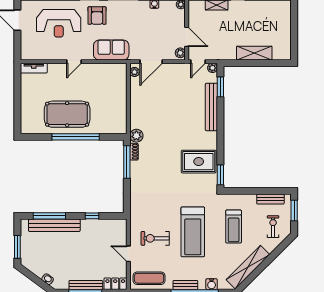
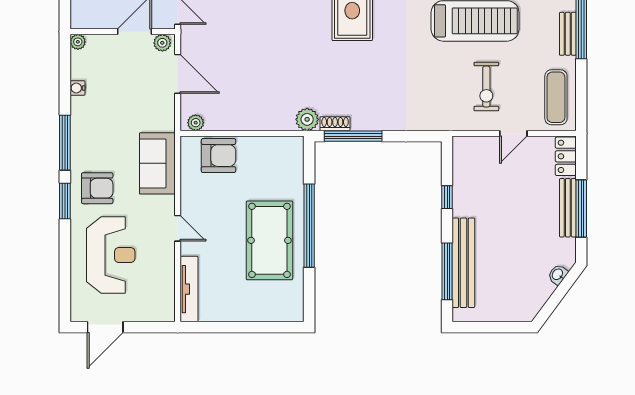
door: (151, 62) -> (178, 74), moved
tv unit: (34, 68) -> (189, 289), width x1.41
armchair: (116, 85) -> (219, 156), added
window: (17, 247) -> (501, 327), removed

